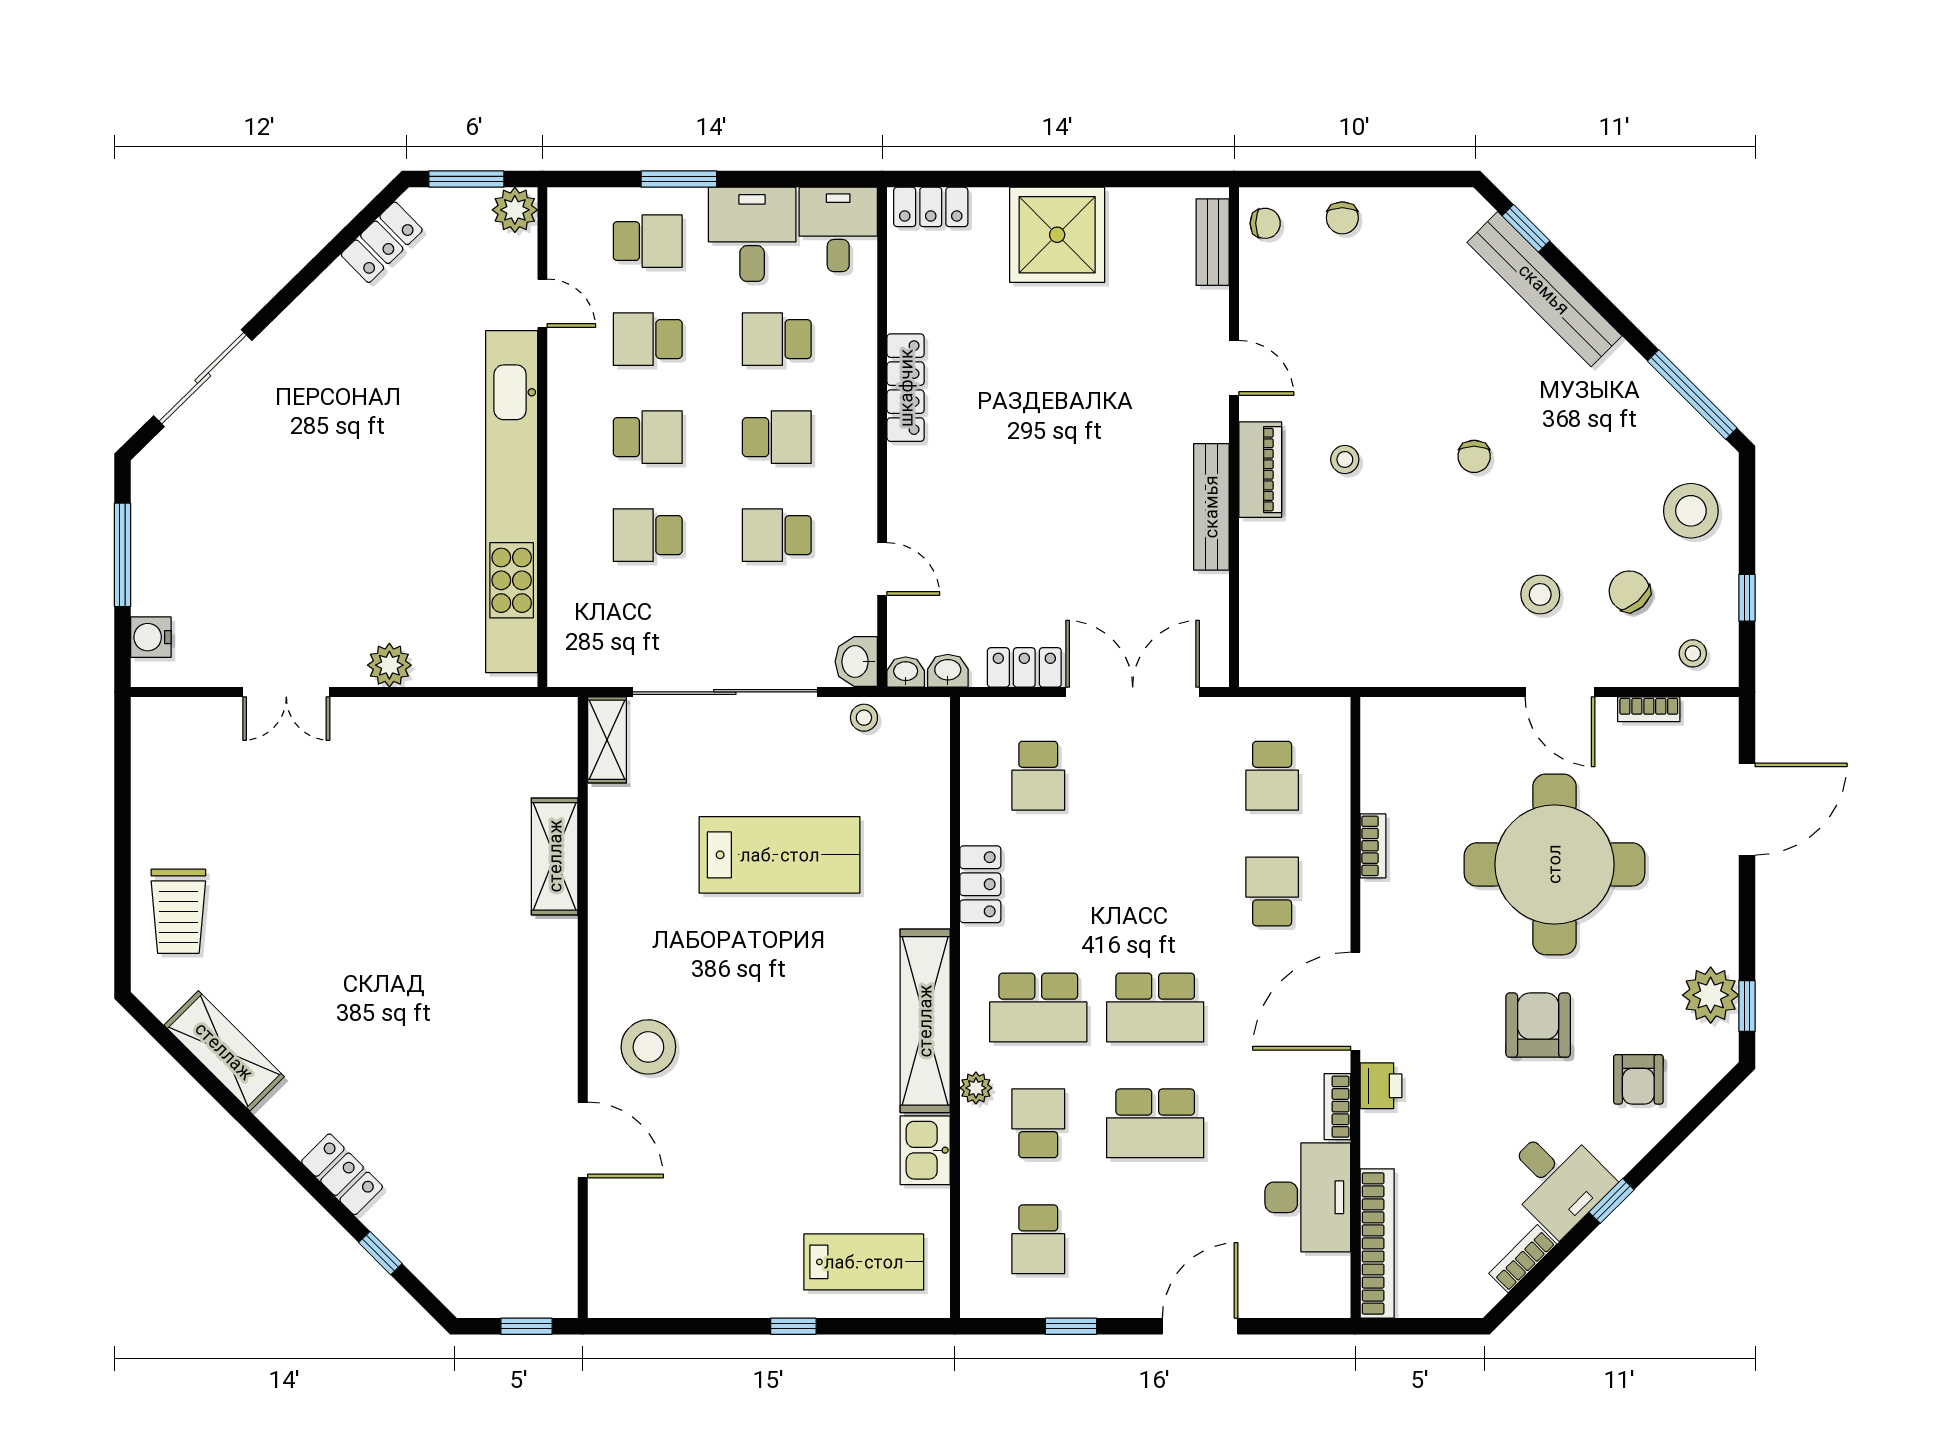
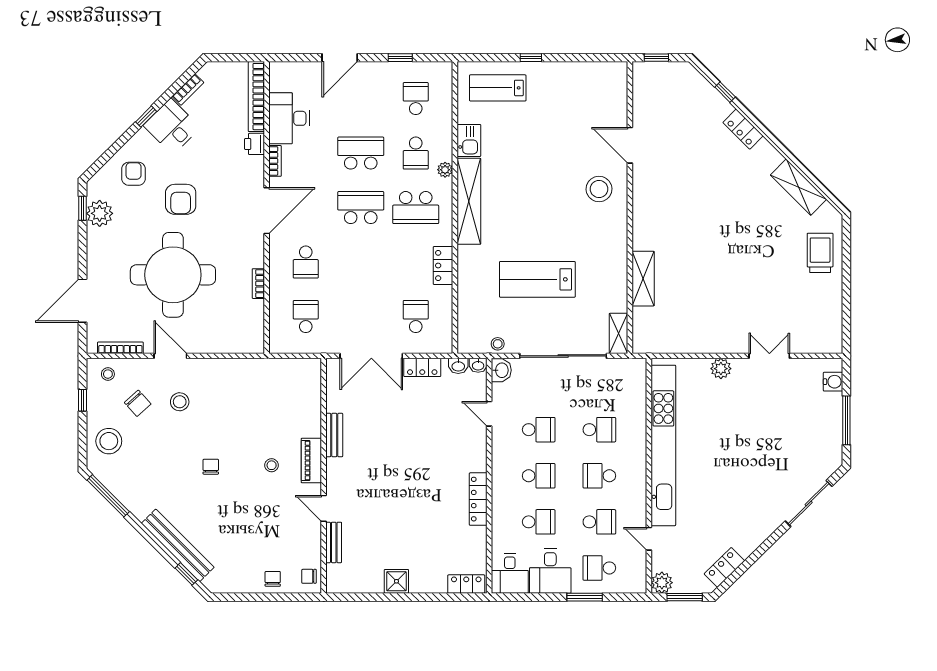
shower: (1057, 235) -> (396, 581), width x0.54, depth x0.54
bench: (1213, 242) -> (334, 542), moved
school desk: (777, 437) -> (539, 476), turned 180
bench: (1211, 507) -> (334, 435), width x0.73
bookcase: (1649, 709) -> (120, 348), width x1.56
school desk: (1038, 1007) -> (416, 208), turned 180
printer: (1381, 1086) -> (255, 144), moved

